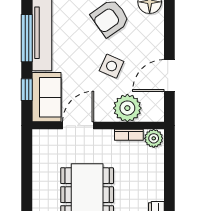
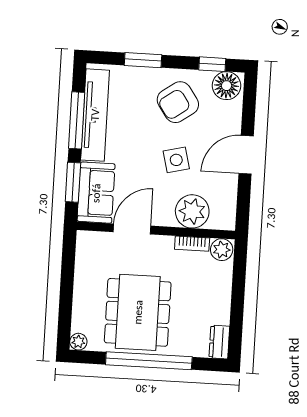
side table: (112, 66) -> (176, 160), turned -38
door: (169, 76) -> (246, 155), moved
window: (27, 90) -> (73, 182), width x1.50

